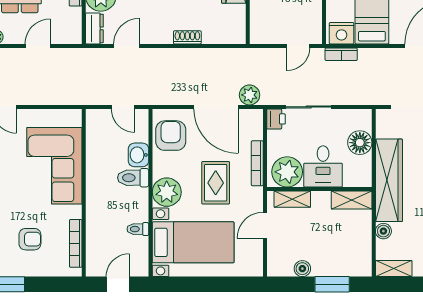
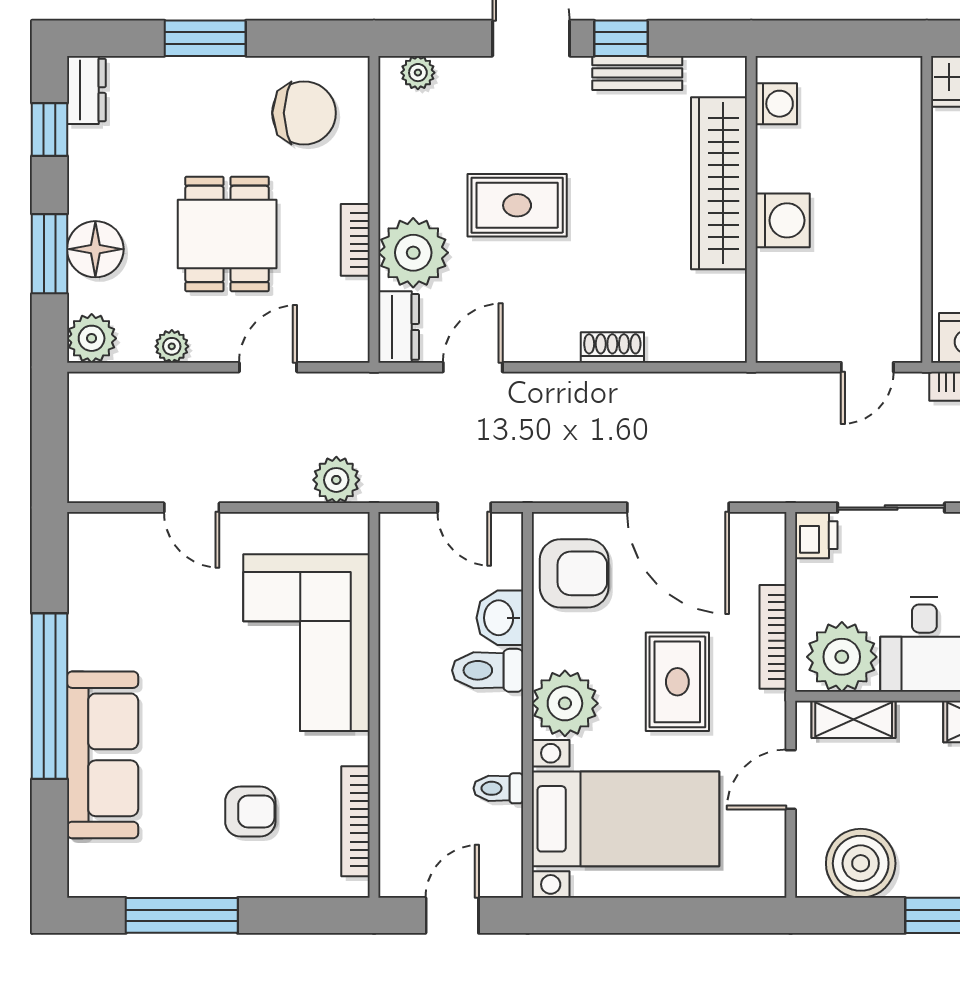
plant: (250, 95) -> (336, 480), moved
armchair: (171, 136) -> (574, 573), turned 90
boiler: (302, 269) -> (861, 863), width x1.86, depth x1.86

